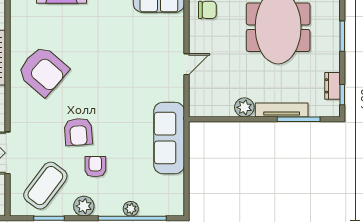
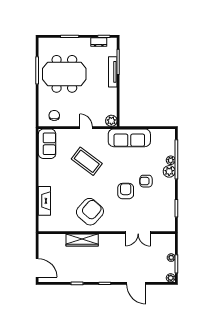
plant: (244, 107) -> (111, 121), moved
armchair: (78, 132) -> (126, 191), turned -86
coffee table: (45, 186) -> (87, 161), moved
plant: (84, 206) -> (169, 171), moved

